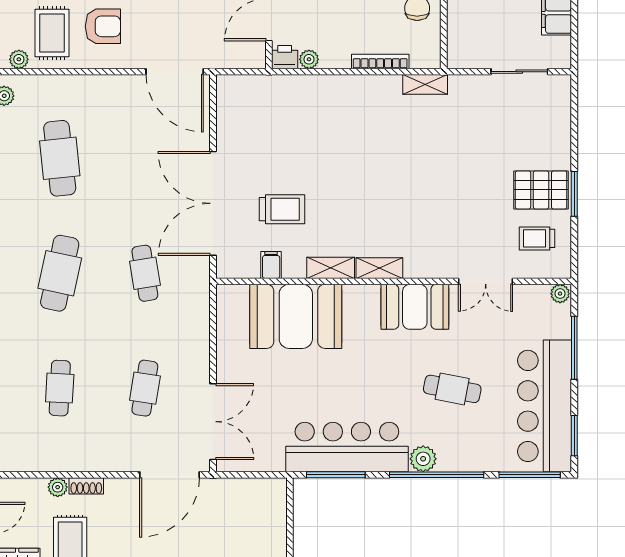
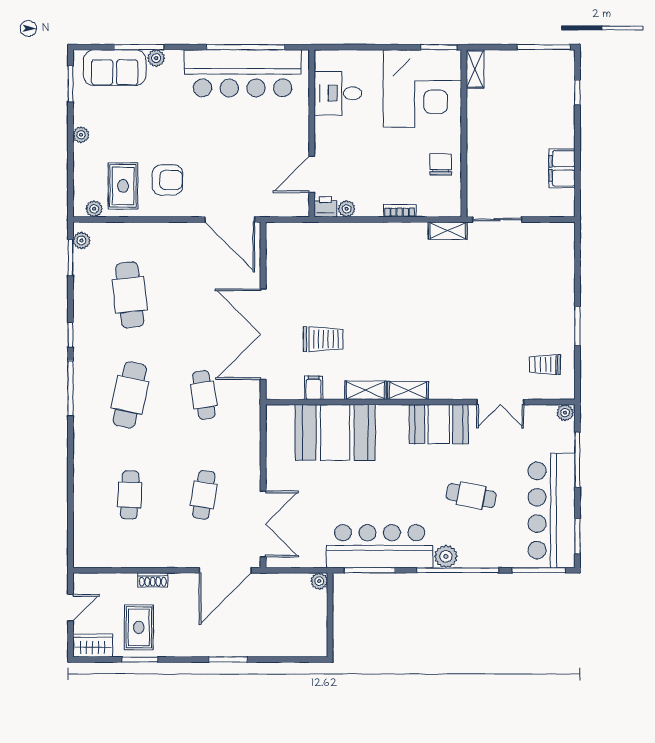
bookcase: (380, 62) -> (400, 211), width x0.64
sliding door: (519, 72) -> (497, 219), moved
pallet: (541, 190) -> (549, 322), removed
plant: (58, 487) -> (319, 581), moved

